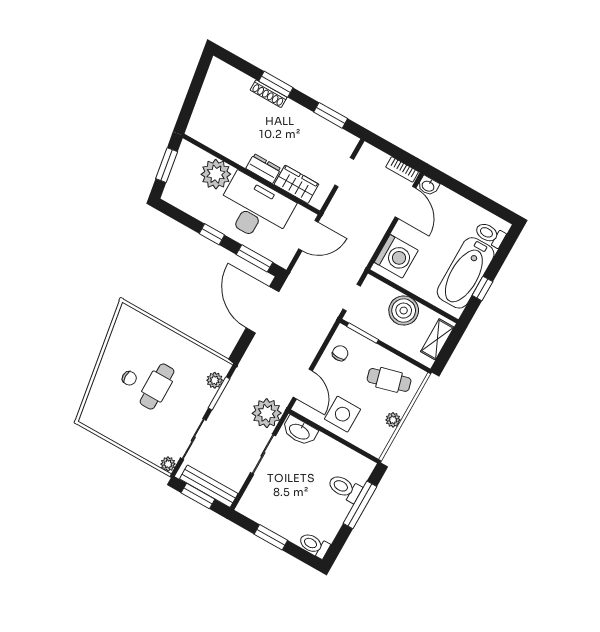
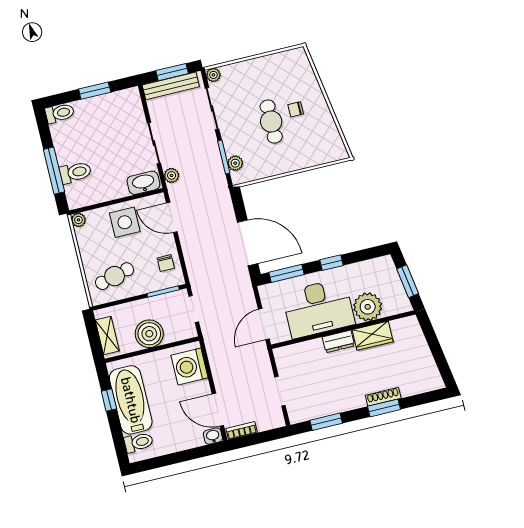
wardrobe: (296, 184) -> (373, 336), moved
plant: (267, 413) -> (172, 175), width x0.53, depth x0.53
plant: (393, 420) -> (79, 220), moved

